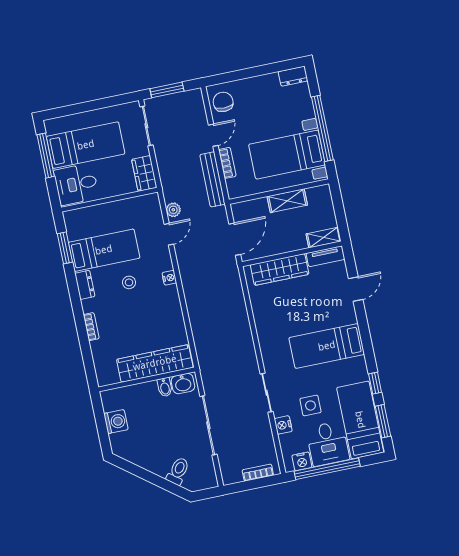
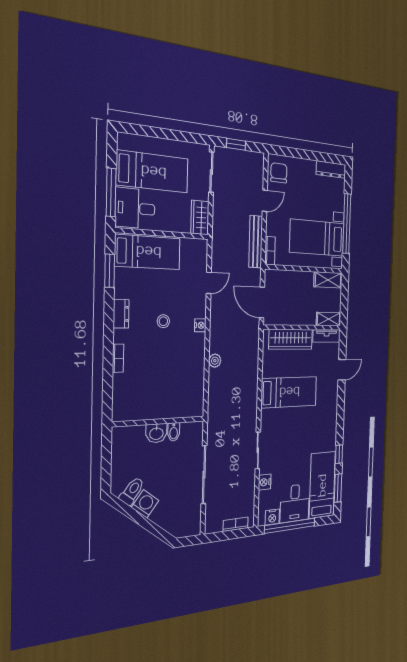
dresser: (293, 76) -> (331, 170), width x1.44
window: (167, 90) -> (236, 144), width x0.67
window: (46, 156) -> (111, 192), moved
bookcase: (227, 163) -> (270, 251), moved
shelving: (287, 201) -> (328, 280), moved
plant: (173, 210) -> (215, 361), moved
door: (235, 239) -> (262, 303), swing flipped
bed: (104, 250) -> (148, 252), moved
bed: (327, 346) -> (289, 392), moved, turned 180
wardrobe: (155, 363) -> (170, 407), removed
washbasin: (183, 384) -> (156, 433), moved
side table: (310, 406) -> (289, 467), removed
washing machine: (116, 422) -> (145, 504), moved, turned -53
toilet: (178, 471) -> (132, 491), moved

